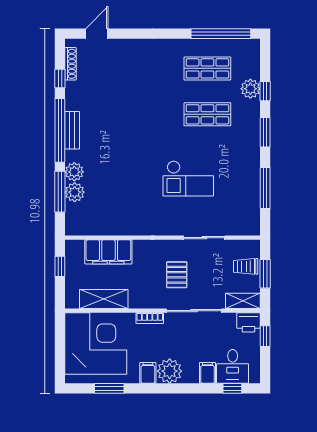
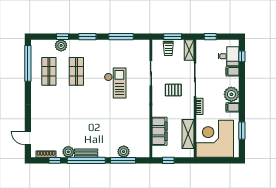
plant: (74, 172) -> (68, 152), moved
printer: (248, 322) -> (202, 47), removed

